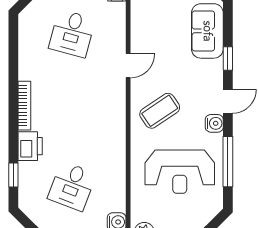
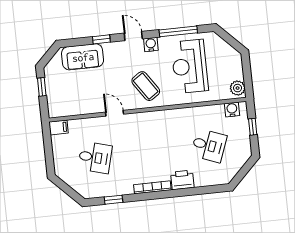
reception desk: (180, 172) -> (190, 66), turned 180
window: (13, 175) -> (114, 200), moved

